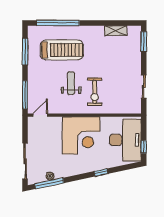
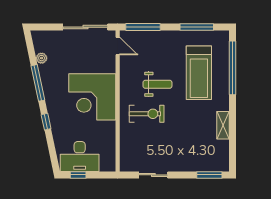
shelving: (116, 31) -> (223, 125), moved
exercise bike: (95, 92) -> (147, 114), turned 180
desk: (125, 140) -> (80, 157), width x0.73, depth x0.77
sliding door: (25, 161) -> (85, 27), moved
window: (49, 183) -> (38, 83), moved

